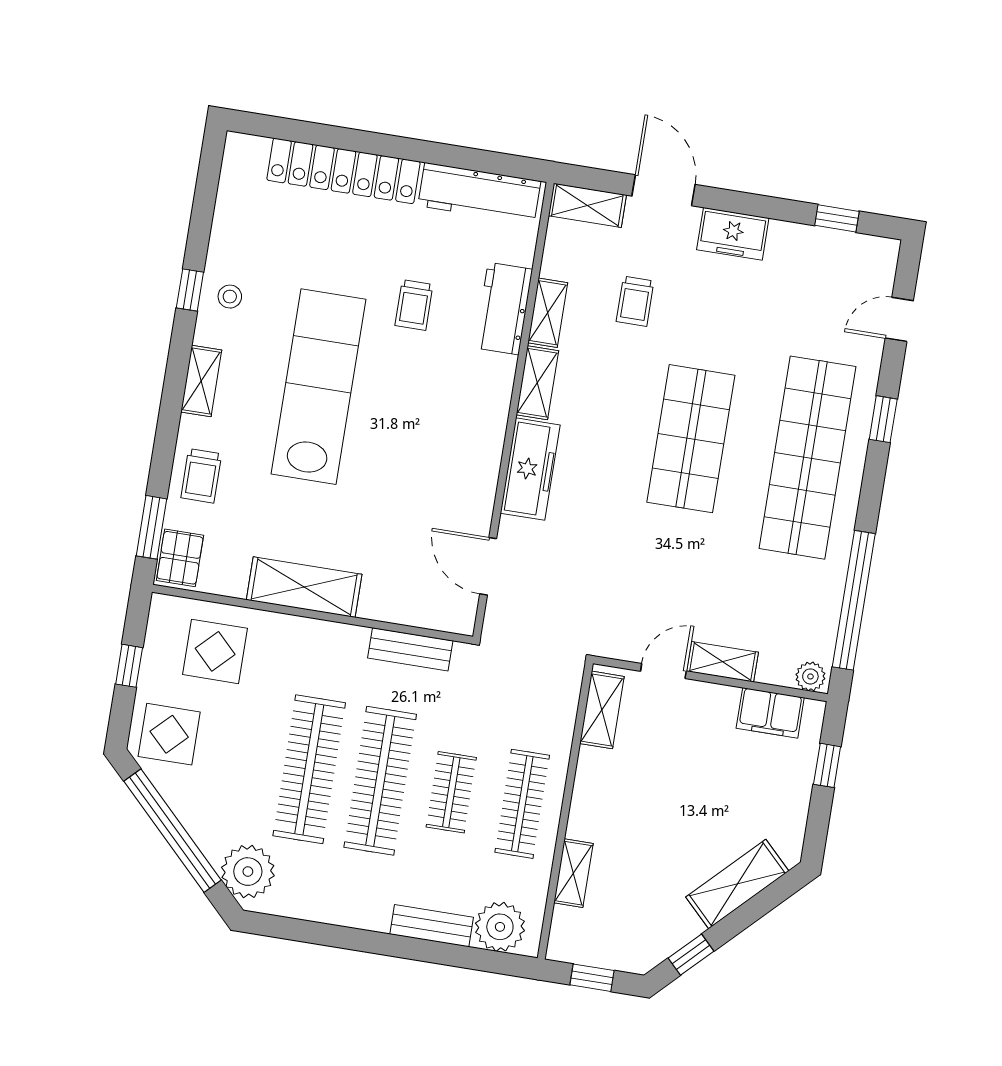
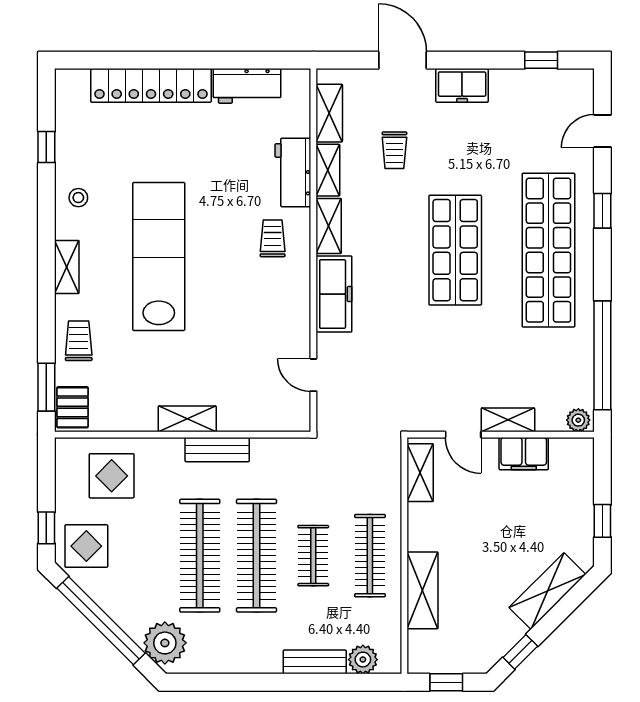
workbench: (479, 193) -> (247, 86), width x0.73
shelving: (587, 205) -> (329, 113), moved, turned 90
window: (190, 290) -> (46, 147), moved
trolley: (414, 305) -> (273, 238), moved, turned 180
trolley: (201, 476) -> (79, 341), turned 180
door: (488, 566) -> (313, 375), width x0.73
shelving: (304, 587) -> (187, 419), width x0.67, depth x0.75
bench: (410, 649) -> (217, 450), moved
window: (129, 666) -> (46, 528), moved
door: (663, 671) -> (463, 435), swing flipped
filing cabinet: (770, 713) -> (524, 454), moved
window: (827, 765) -> (602, 521), moved
shelving: (573, 873) -> (422, 590), width x1.50, depth x1.33
plant: (500, 927) -> (363, 660), width x0.73, depth x0.73

